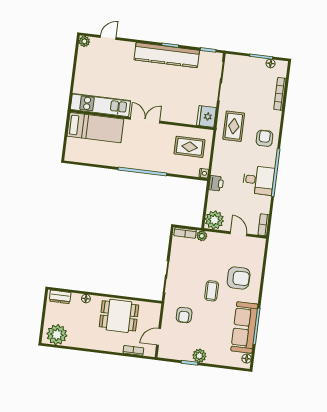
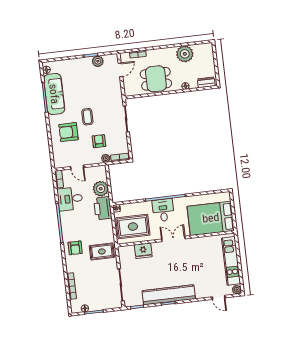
door: (108, 37) -> (219, 297), hinge flipped
kitchen unit: (100, 105) -> (231, 261), moved, turned 90
fridge: (206, 116) -> (143, 251), moved, turned 90
double door: (145, 120) -> (173, 239), swing flipped
rug: (234, 126) -> (102, 251), turned 90
bed: (95, 128) -> (211, 218), width x1.50
rug: (190, 147) -> (133, 227), width x1.36, depth x1.43
desk: (149, 157) -> (163, 210), added
desk: (258, 180) -> (70, 199), moved
printer: (216, 183) -> (103, 208), width x1.87, depth x1.48
plant: (214, 220) -> (101, 189), moved
armchair: (184, 315) -> (99, 141), moved
plant: (57, 335) -> (185, 54), moved
plant: (199, 356) -> (98, 61), moved

